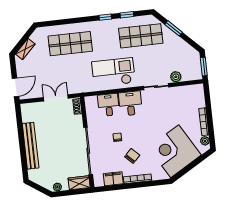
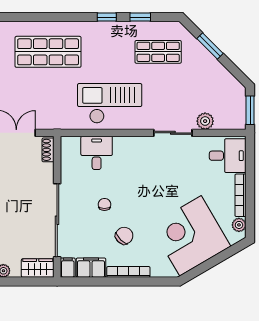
shop shelf: (141, 36) -> (158, 52), width x0.70, depth x0.74
desk: (130, 103) -> (228, 156), moved, turned 90
filing cabinet: (98, 180) -> (68, 268), added

